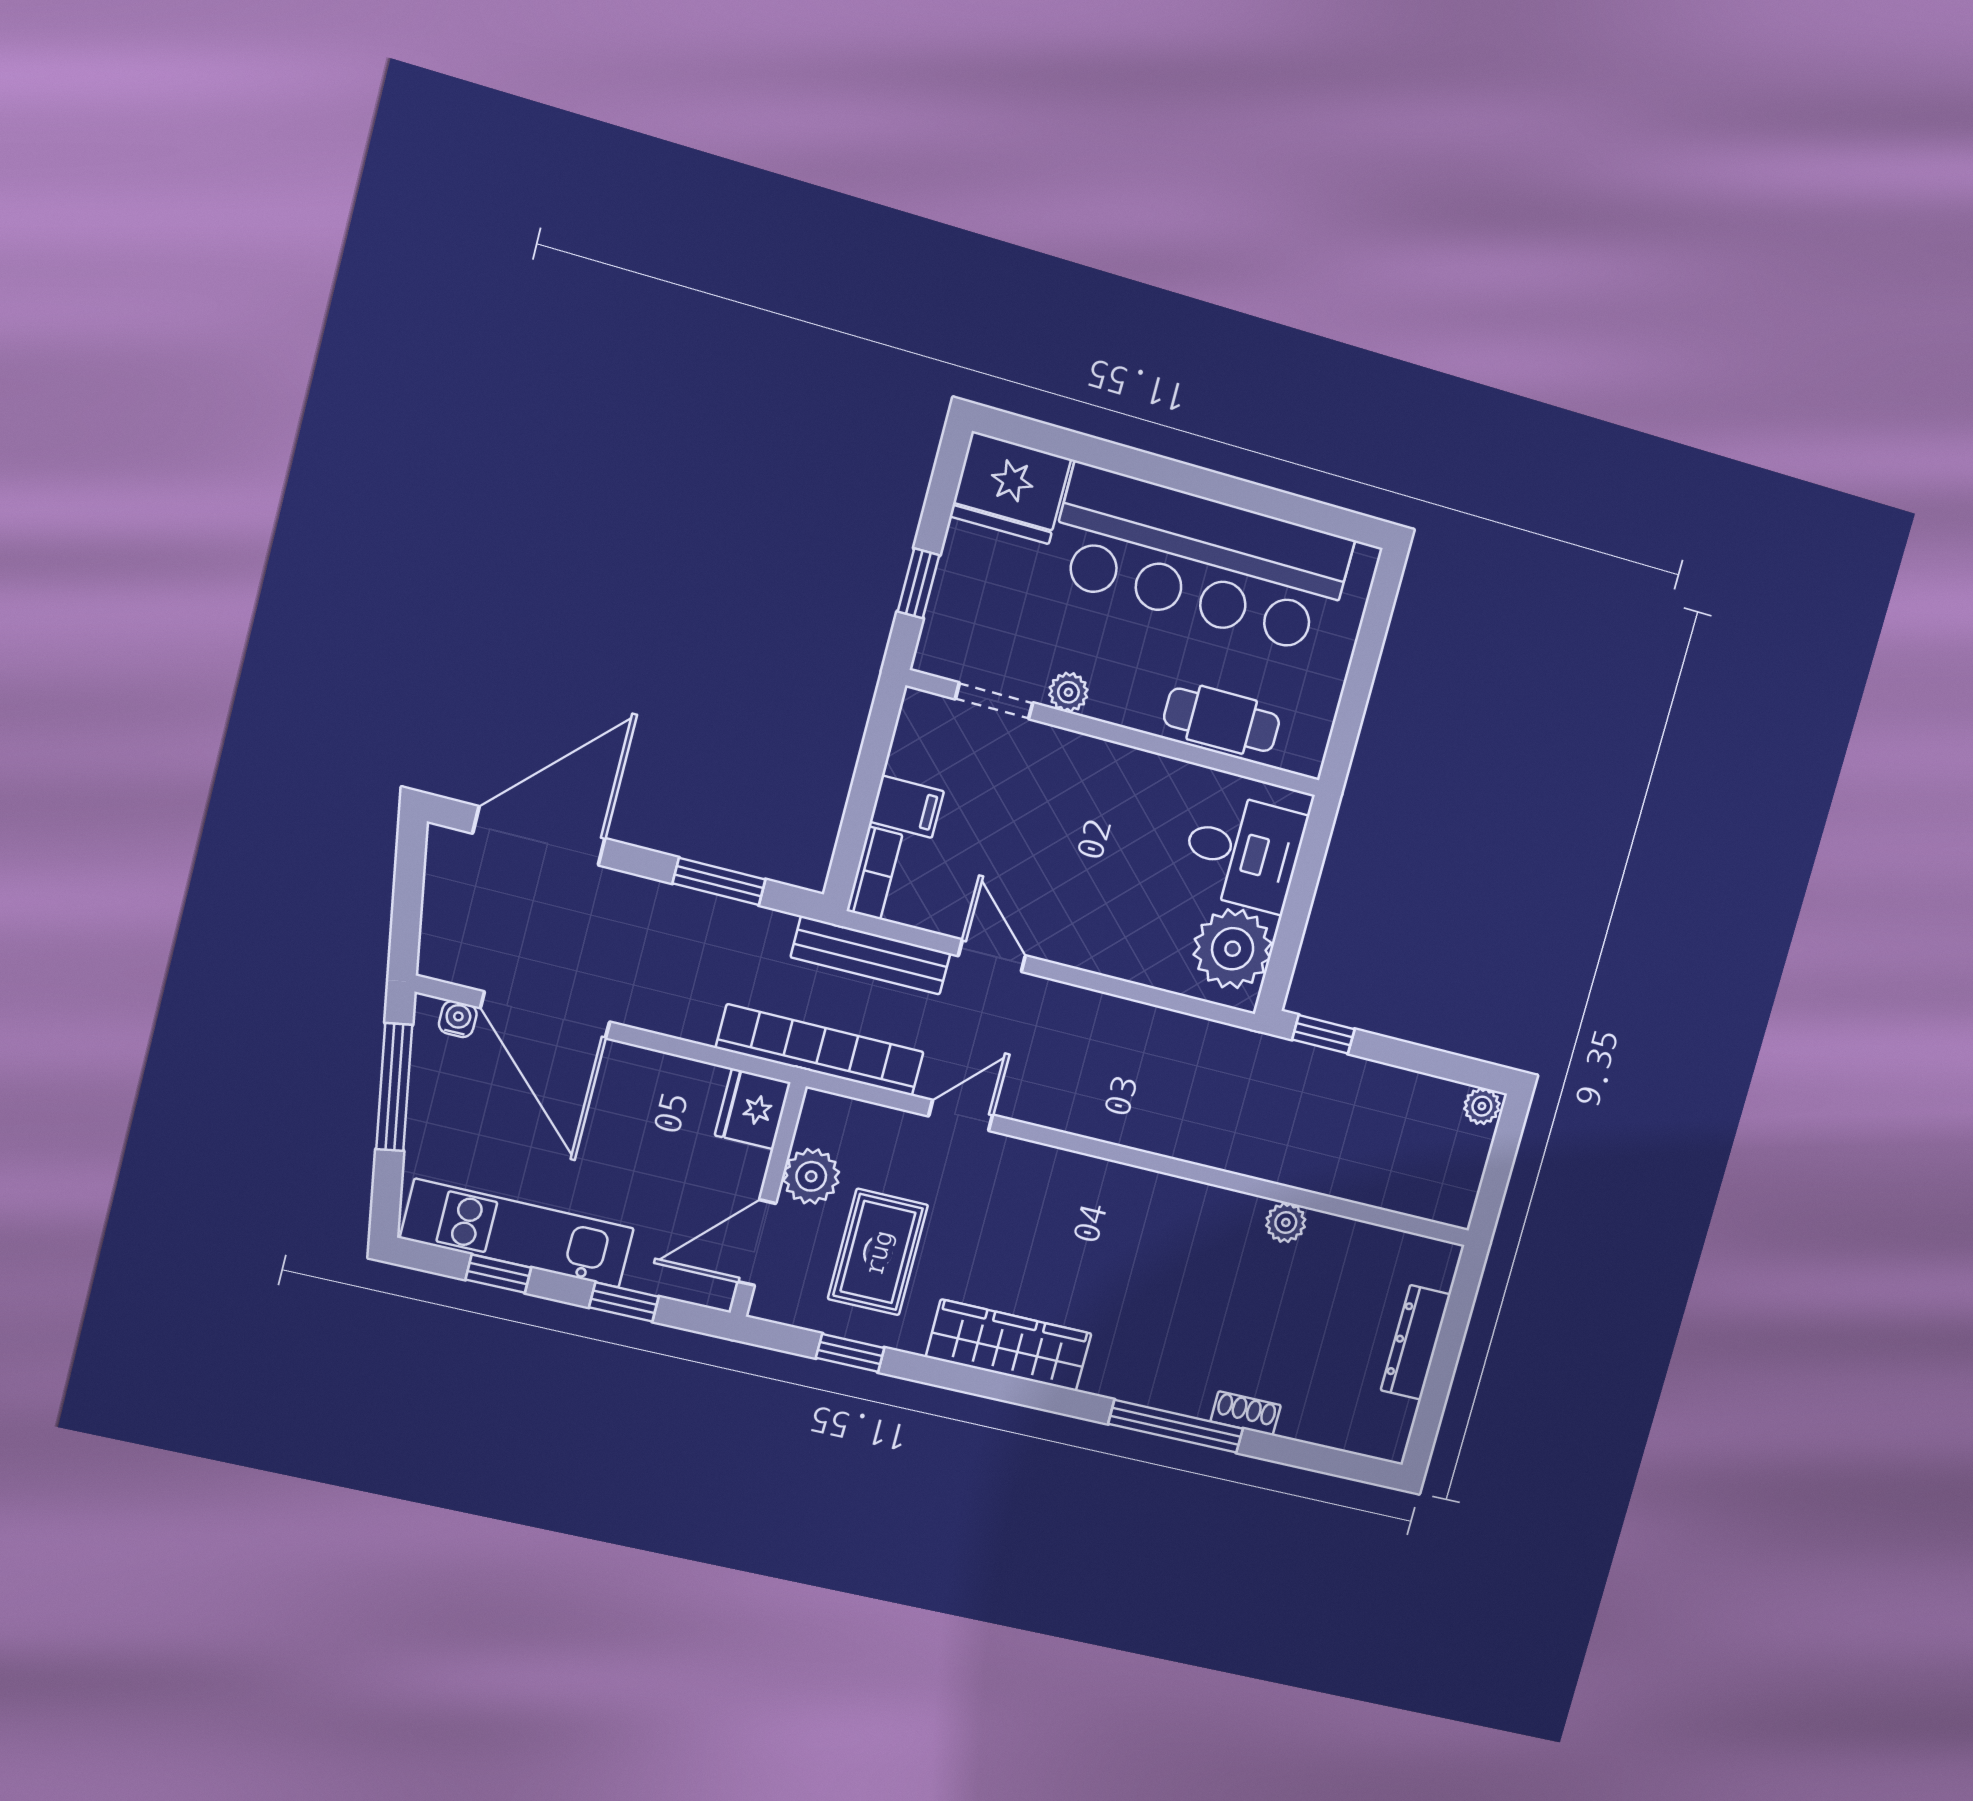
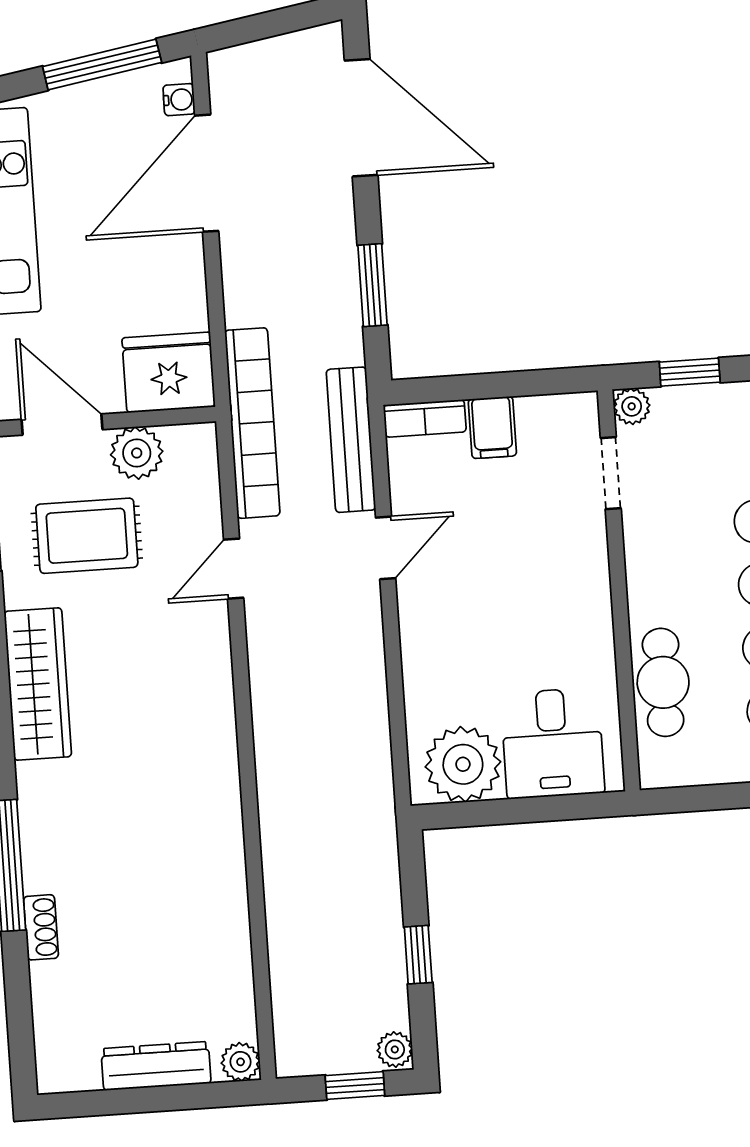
plant: (1068, 692) -> (632, 406), moved
window: (1323, 1034) -> (418, 955), moved
fridge: (753, 1109) -> (169, 372), width x1.36, depth x1.34
door: (961, 1115) -> (234, 569), swing flipped
window: (1502, 1156) -> (355, 1086), added
plant: (1286, 1222) -> (241, 1062), moved

